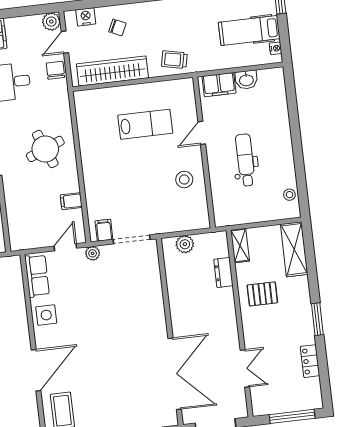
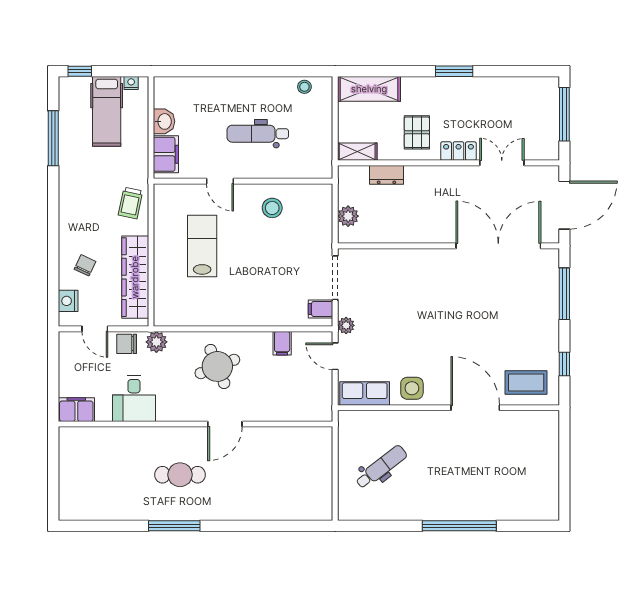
plant: (51, 22) -> (156, 342), moved
locker: (310, 361) -> (458, 151), moved, turned 180

